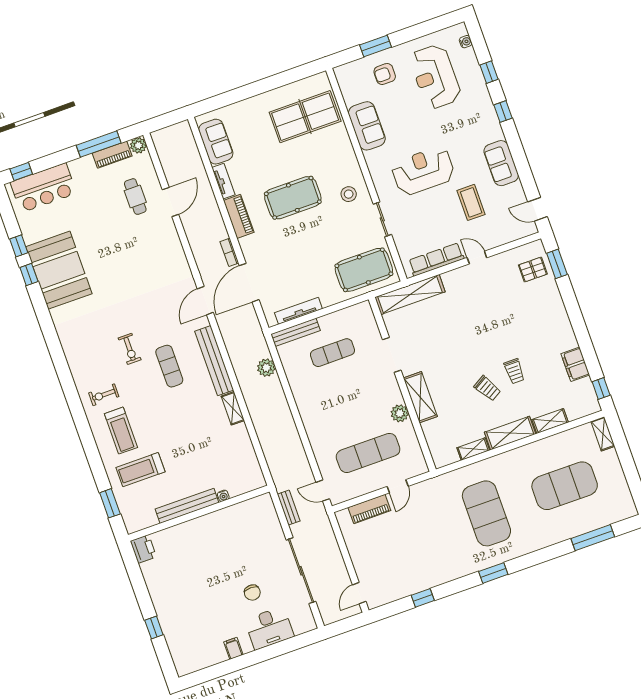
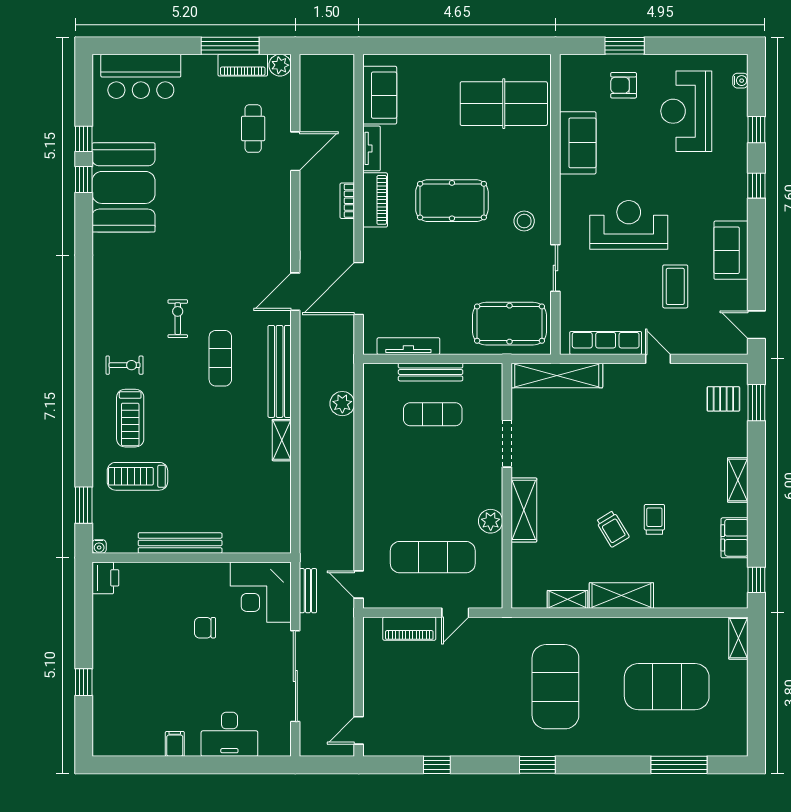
window: (21, 171) -> (120, 46), removed
bookcase: (229, 252) -> (347, 201), moved
bench: (296, 332) -> (431, 372), moved
exercise bike: (130, 349) -> (178, 319), turned 180
trolley: (514, 371) -> (654, 519), turned 180
exercise bike: (104, 395) -> (125, 365), turned 180
shelving: (550, 421) -> (738, 480), moved, turned 90
water cooler: (223, 496) -> (99, 546), moved
corner desk: (256, 520) -> (261, 592), added
chair: (252, 593) -> (205, 628), moved, turned 90

